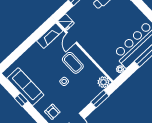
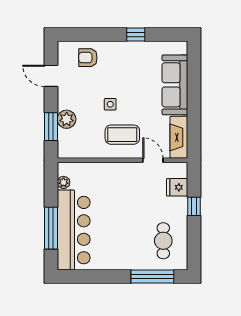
fridge: (66, 22) -> (177, 187), moved
plant: (104, 82) -> (67, 119), moved
sofa: (25, 87) -> (175, 85), moved, turned 90

